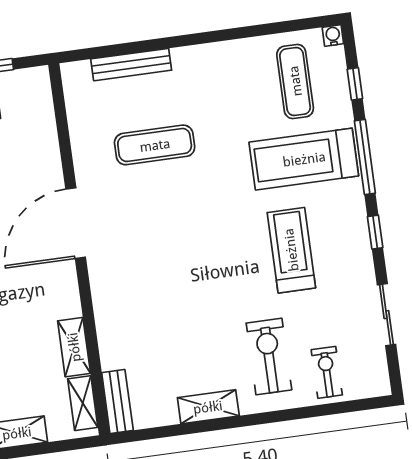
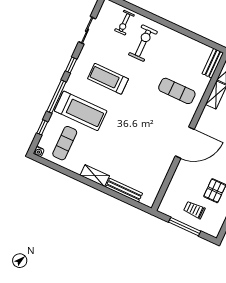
exercise mat: (155, 145) -> (177, 91), moved
treadmill: (291, 250) -> (108, 79), turned 90
exercise bike: (269, 356) -> (143, 43), turned 180
shelving: (208, 407) -> (95, 176), moved

